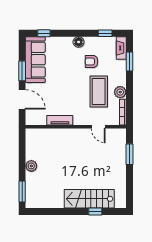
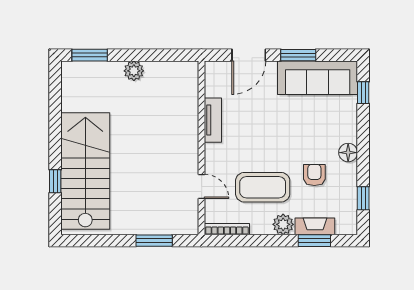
fireplace: (121, 48) -> (315, 226), moved
plant: (120, 92) -> (283, 224), moved
door: (98, 127) -> (202, 186), swing flipped
stairs: (89, 199) -> (85, 171), width x1.36, depth x1.51

